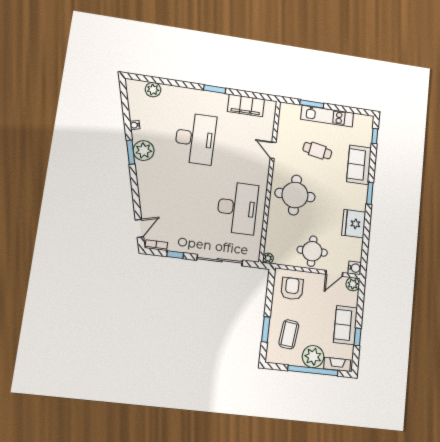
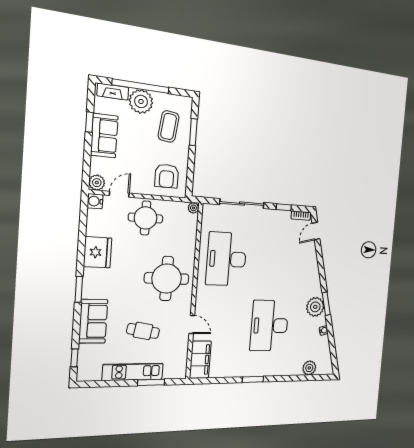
filing cabinet: (246, 105) -> (200, 360), moved, turned 90

